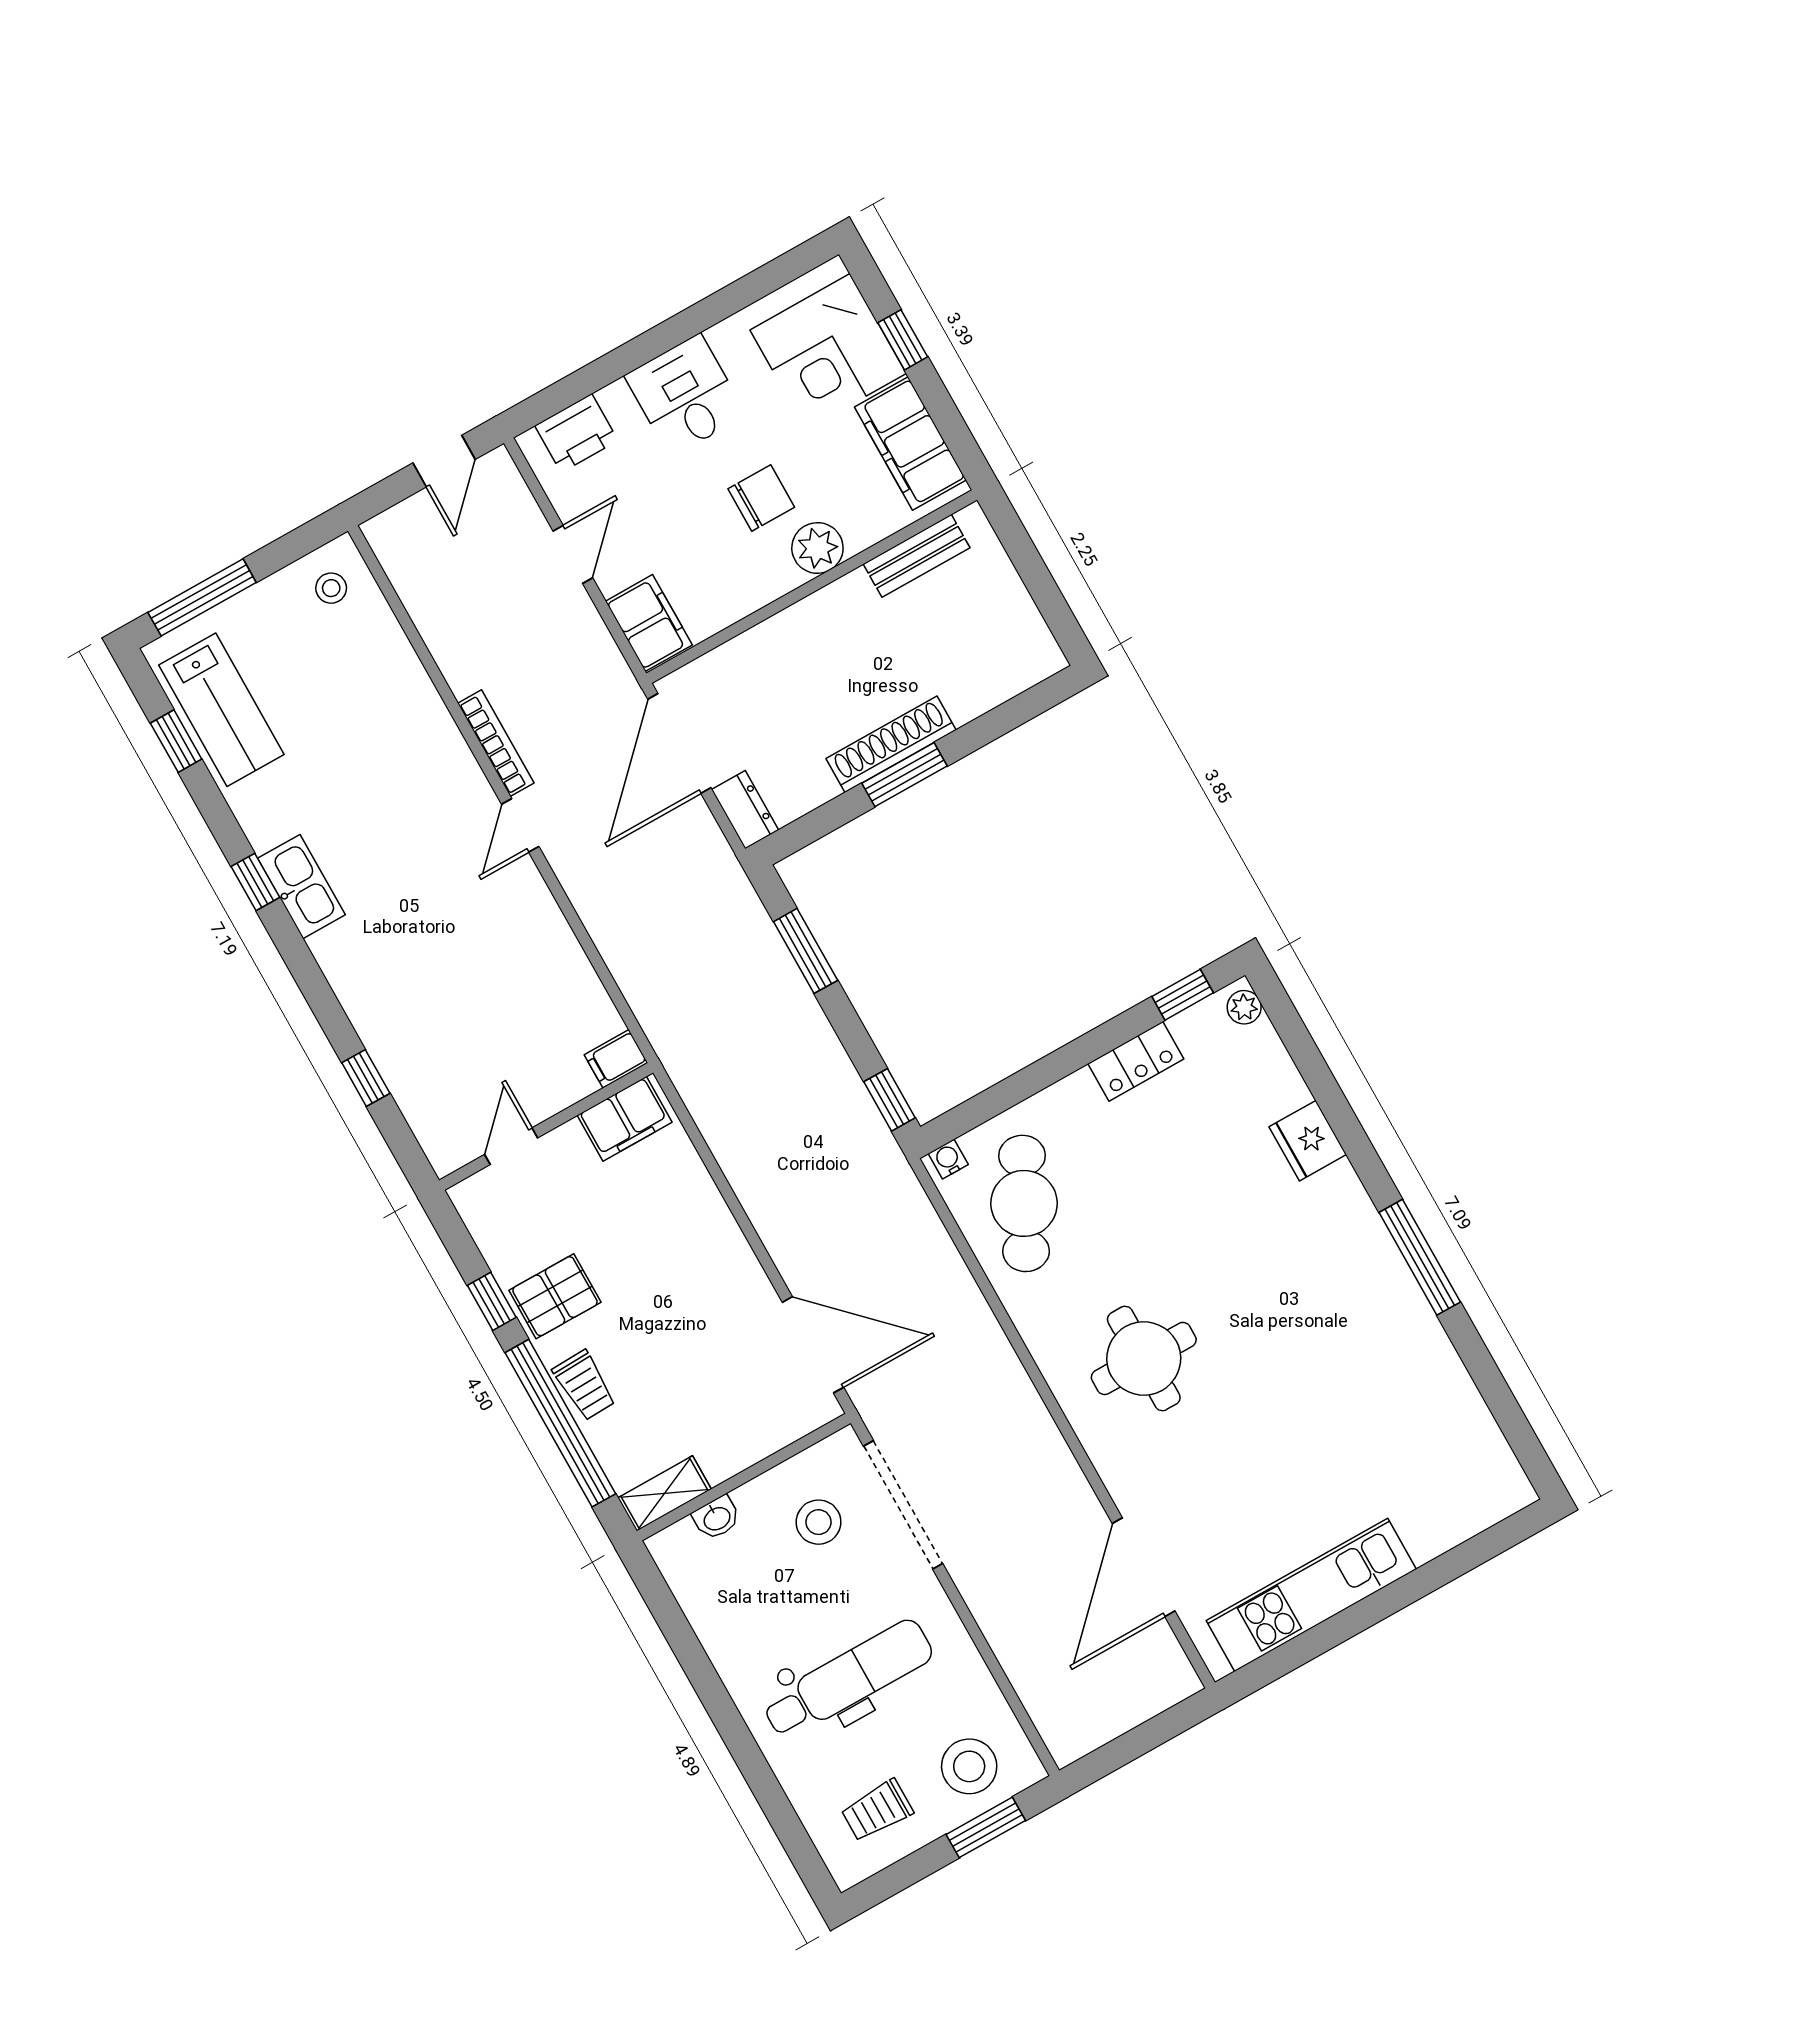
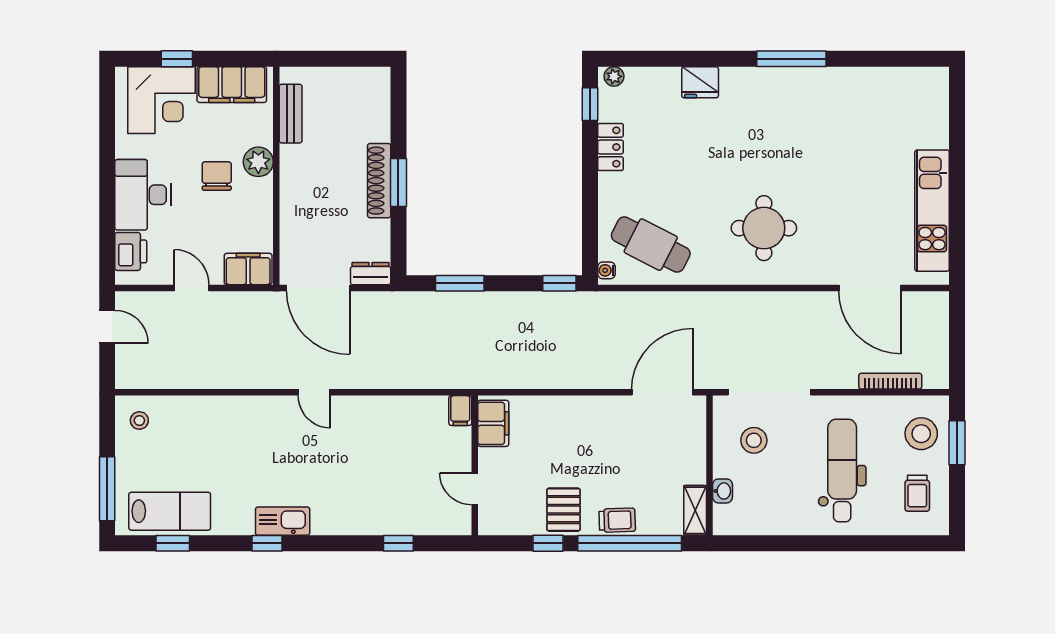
desk: (685, 395) -> (143, 195), width x1.37
bookcase: (496, 743) -> (890, 381), moved

